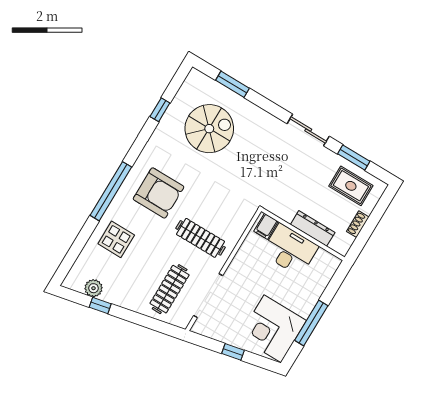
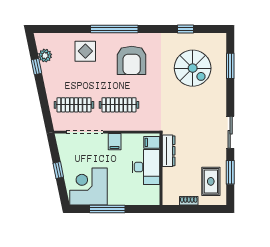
dresser: (313, 228) -> (169, 151), moved
clothes rail: (200, 238) -> (119, 105), turned 90
filing cabinet: (240, 268) -> (115, 142), added

